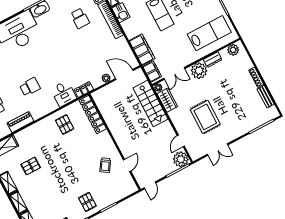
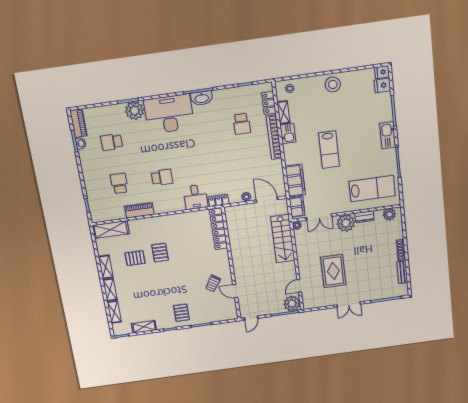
wardrobe: (167, 100) -> (301, 241), removed
pallet: (65, 125) -> (160, 253), moved
double door: (217, 150) -> (349, 305), moved
door: (127, 165) -> (235, 291), swing flipped

